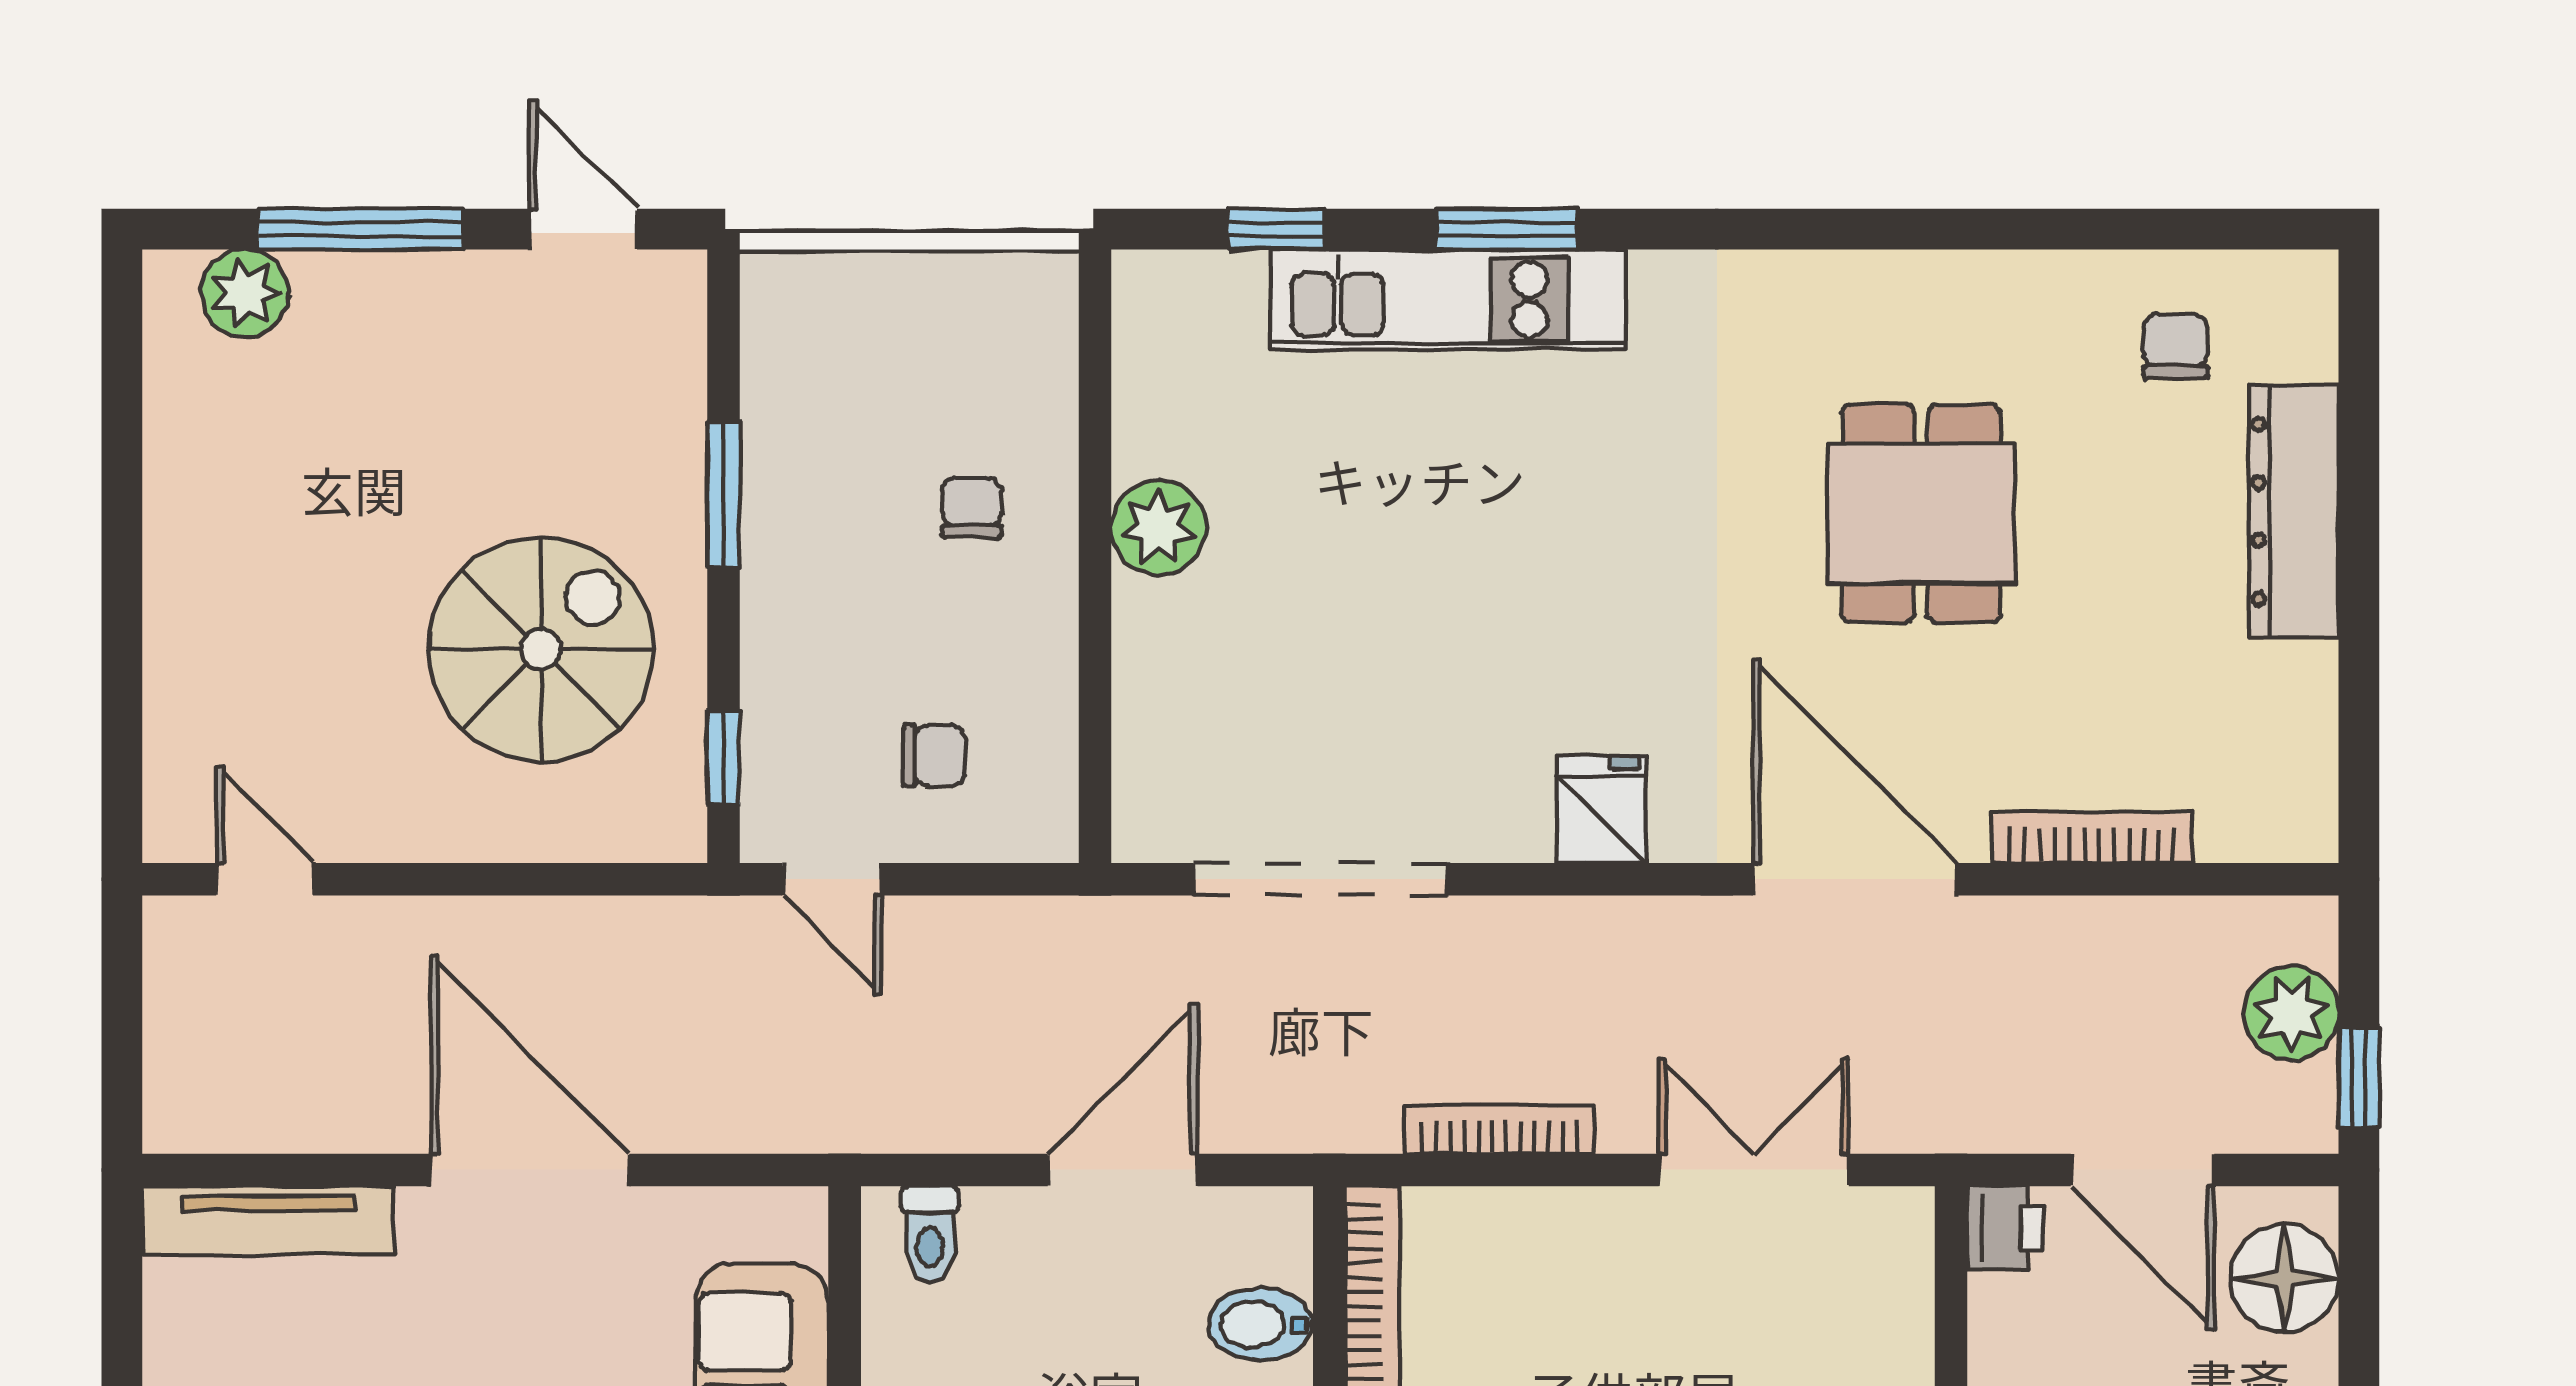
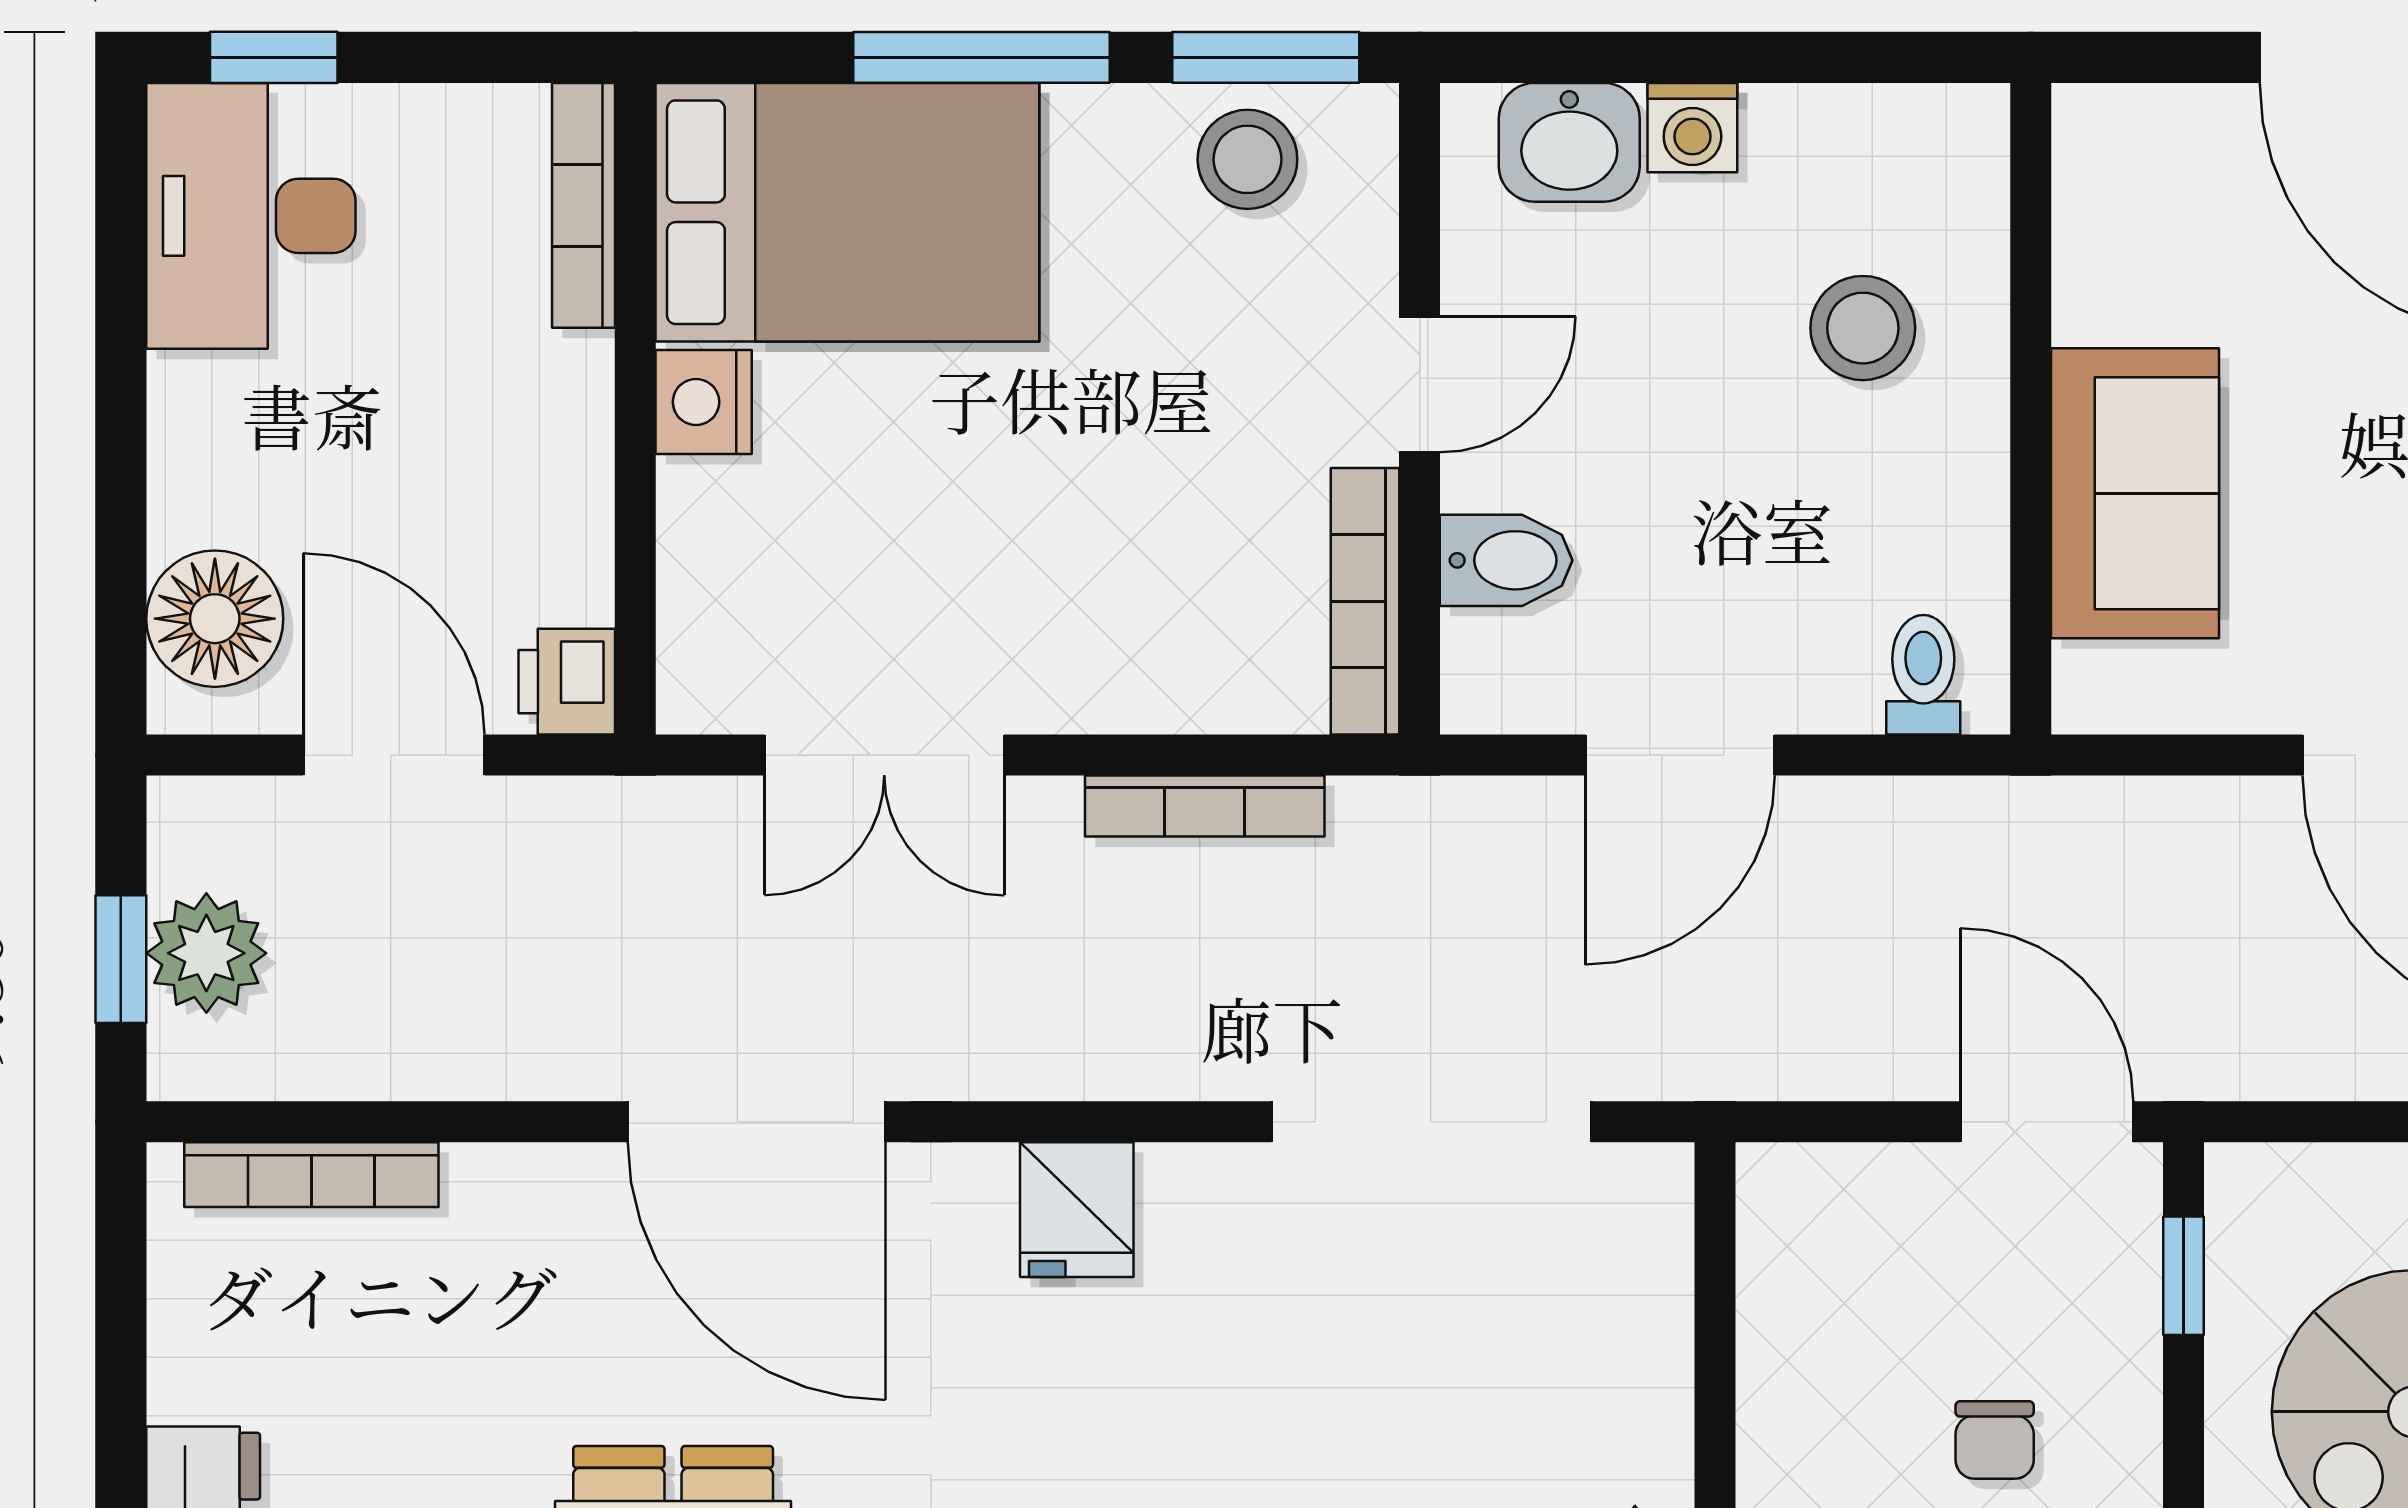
chair: (934, 755) -> (1995, 1440), moved, turned -90
bookcase: (2092, 837) -> (311, 1175), moved
door: (832, 879) -> (2047, 1122), width x1.37
window: (2359, 1077) -> (121, 959), moved

